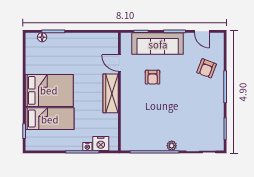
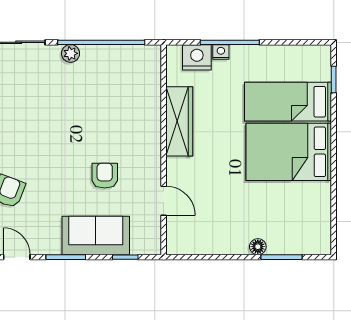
floor lamp: (42, 37) -> (258, 247), moved
sofa: (158, 44) -> (96, 235), width x0.73
wardrobe: (111, 93) -> (179, 121), moved

